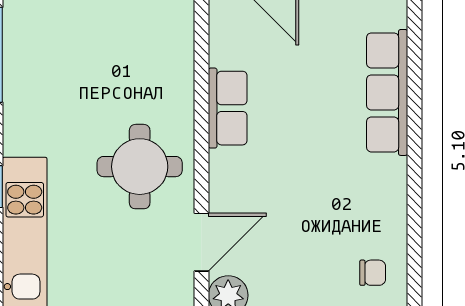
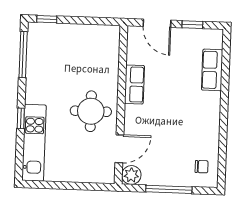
row of seats: (387, 92) -> (212, 70), width x0.68

